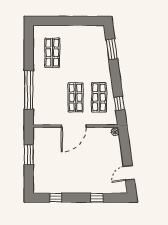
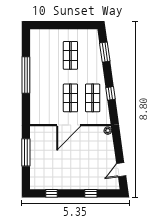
shop shelf: (52, 53) -> (70, 55), moved
window: (29, 90) -> (26, 75), moved
window: (119, 103) -> (111, 93), moved
window: (29, 155) -> (26, 152), width x1.44

